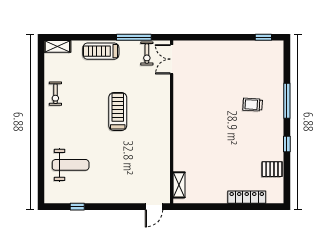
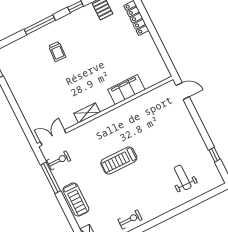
double door: (172, 59) -> (53, 138), swing flipped
filing cabinet: (182, 153) -> (126, 90), added
weight bench: (71, 165) -> (183, 177), width x0.73, depth x0.75
shelving: (179, 185) -> (87, 113), moved

